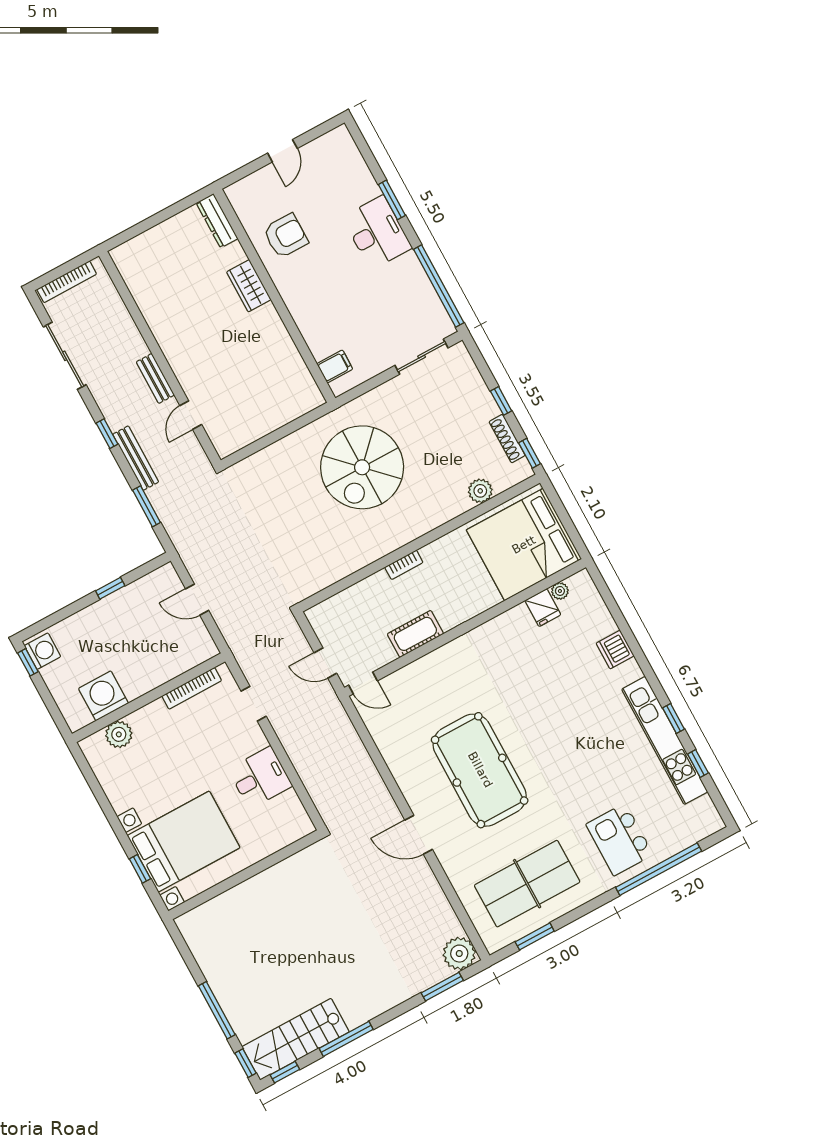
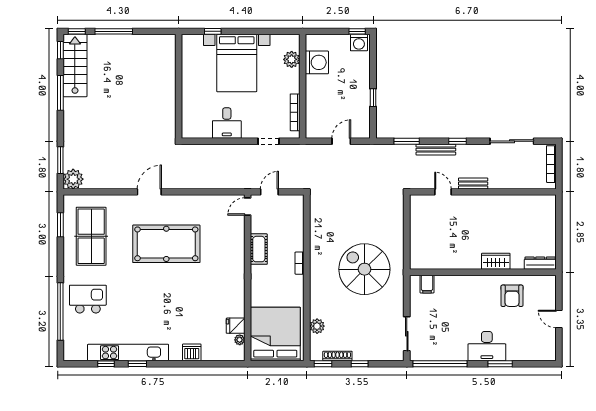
bed with nightstands: (184, 842) -> (237, 63), moved

